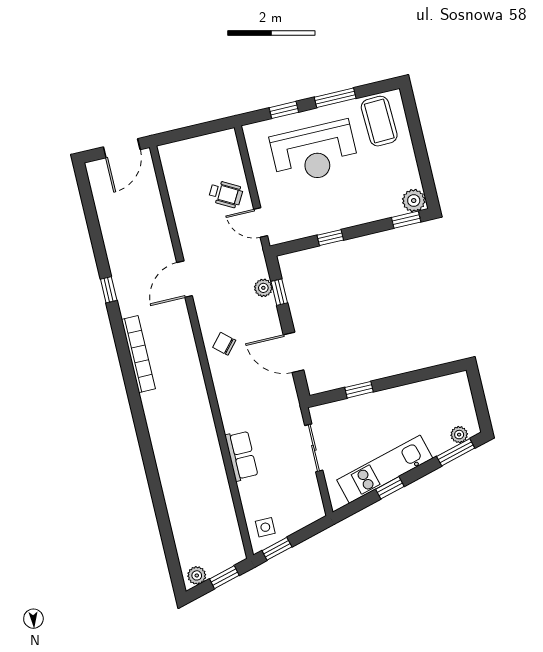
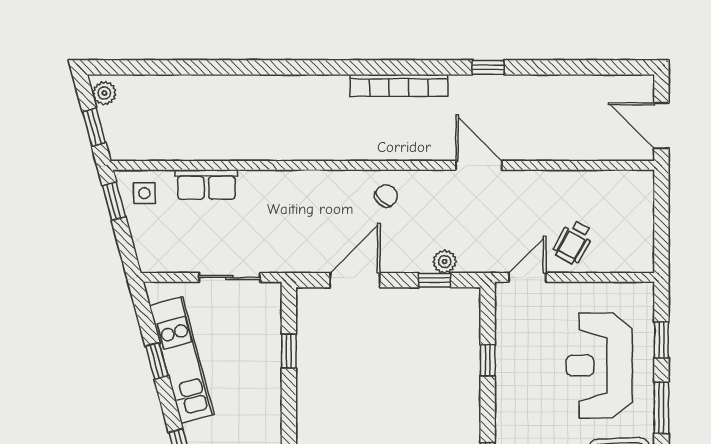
row of seats: (241, 456) -> (206, 184), moved

